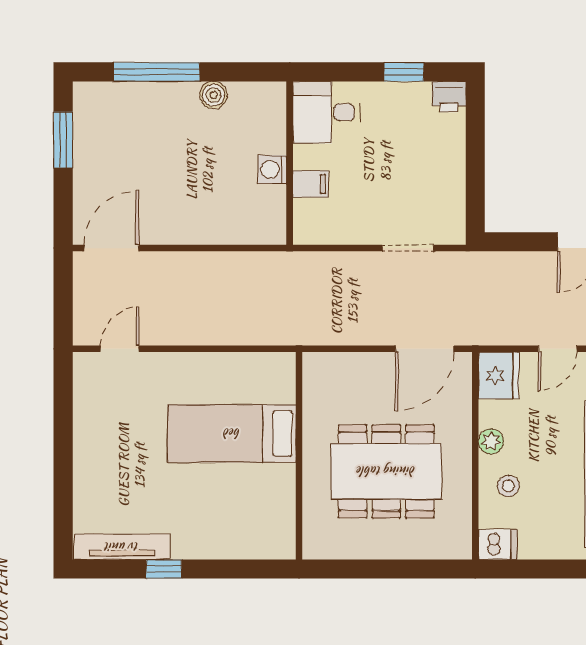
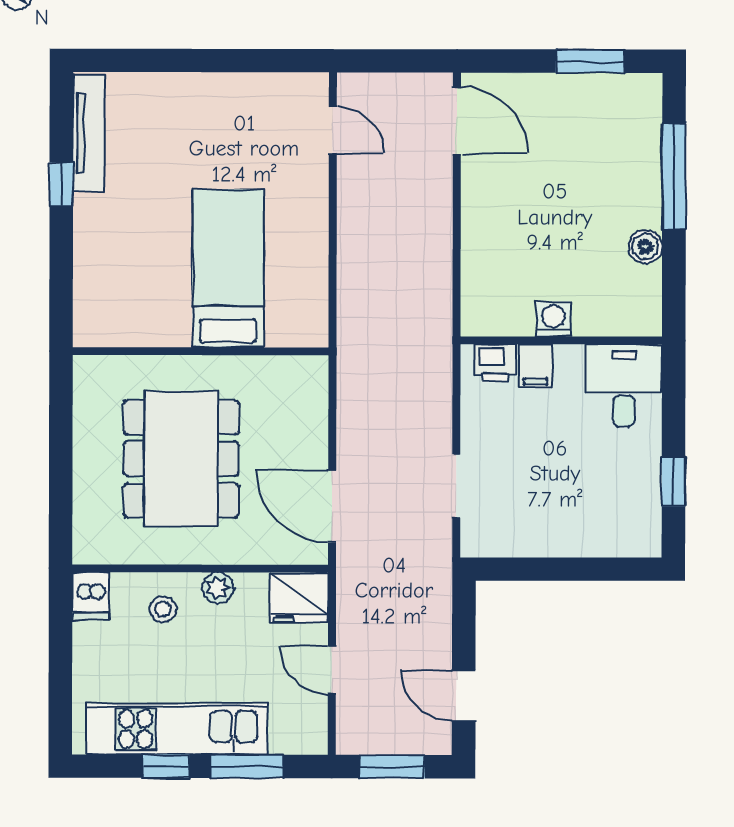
printer: (449, 97) -> (495, 363), moved, turned -90

